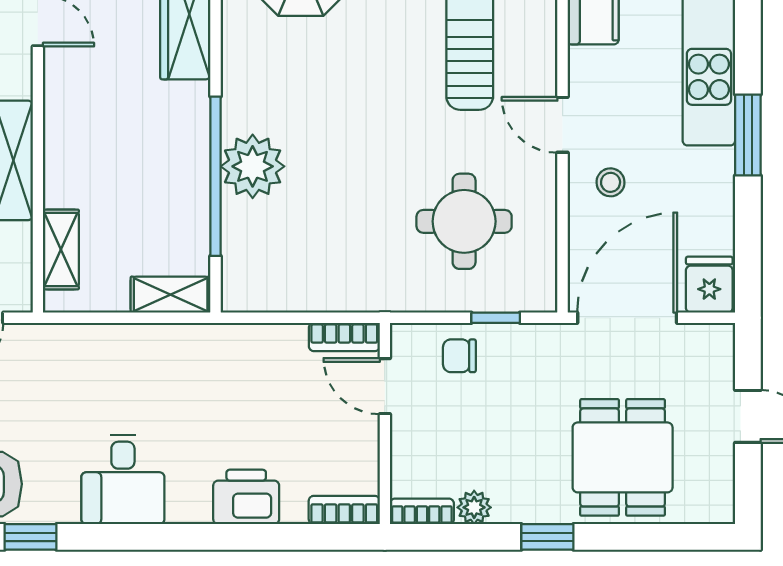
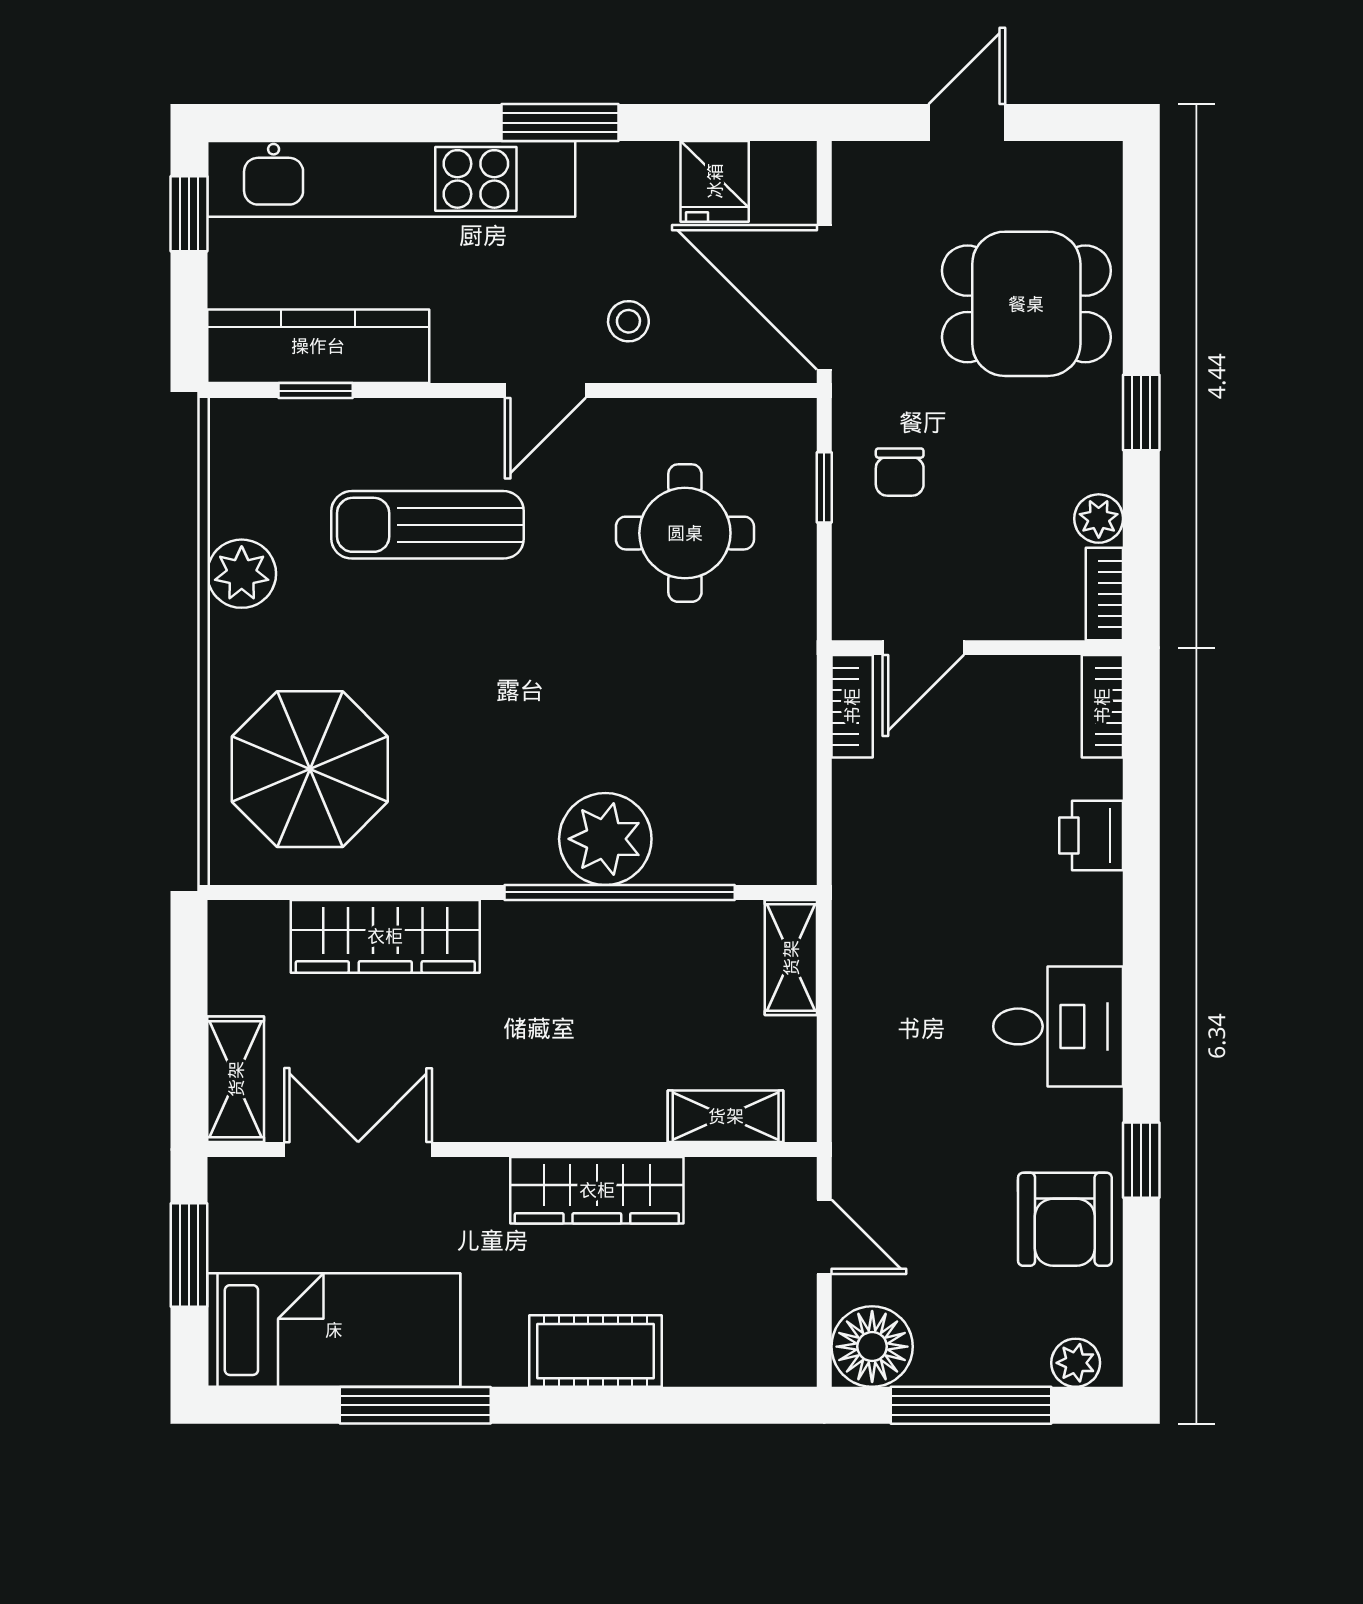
fridge: (709, 285) -> (715, 181), moved, turned -90
chair: (459, 356) -> (900, 472), moved
printer: (246, 497) -> (1091, 835), width x0.73, depth x0.81

